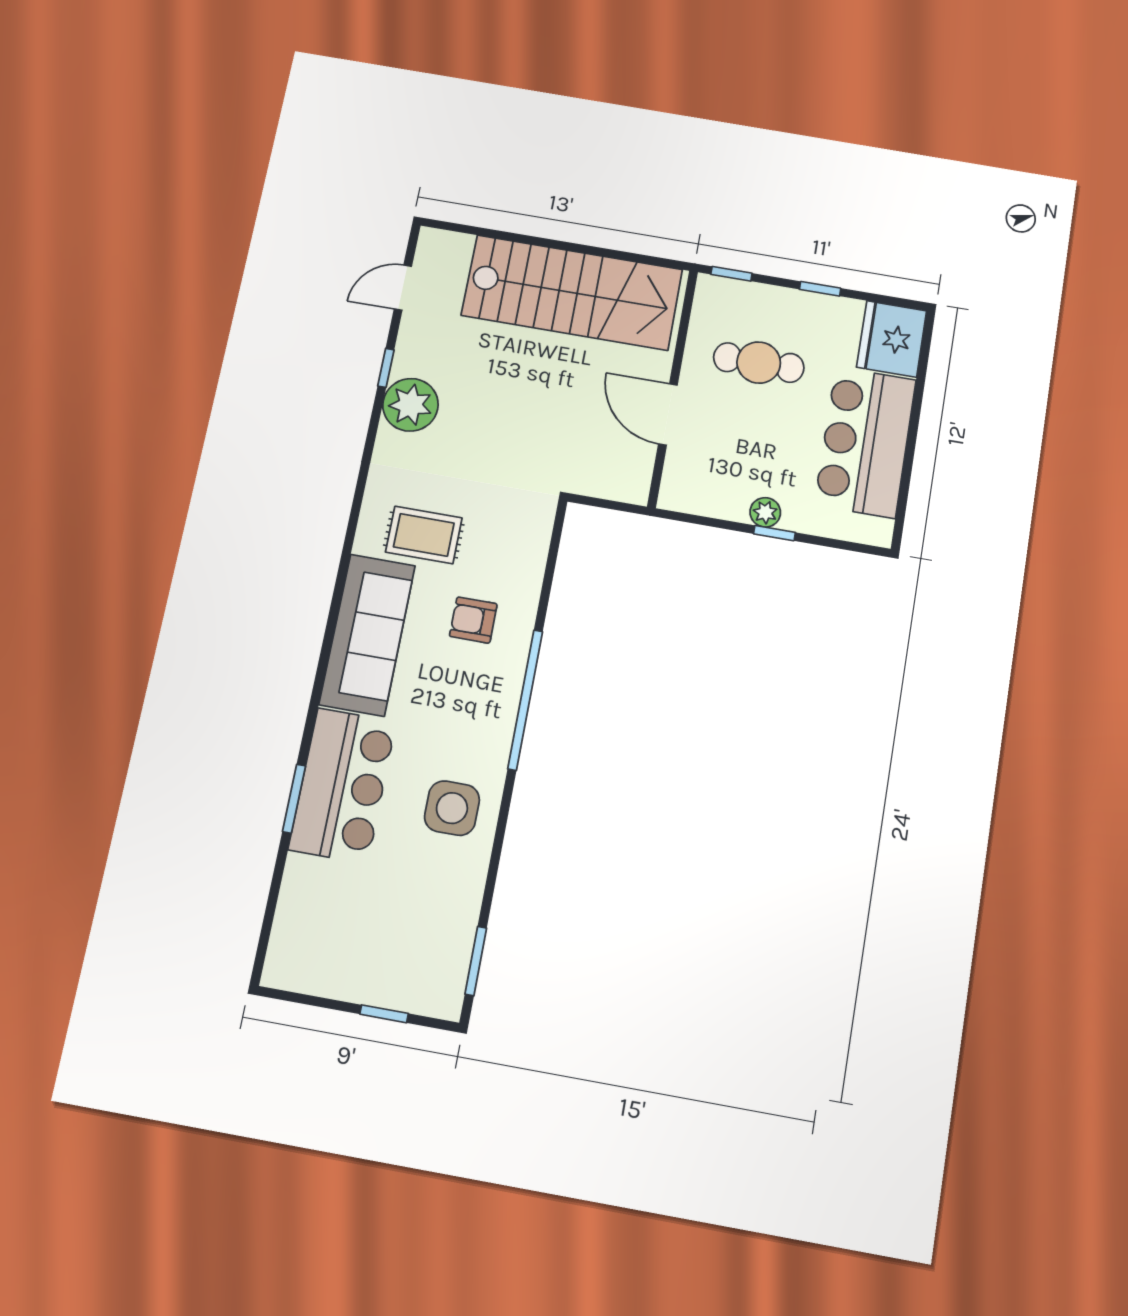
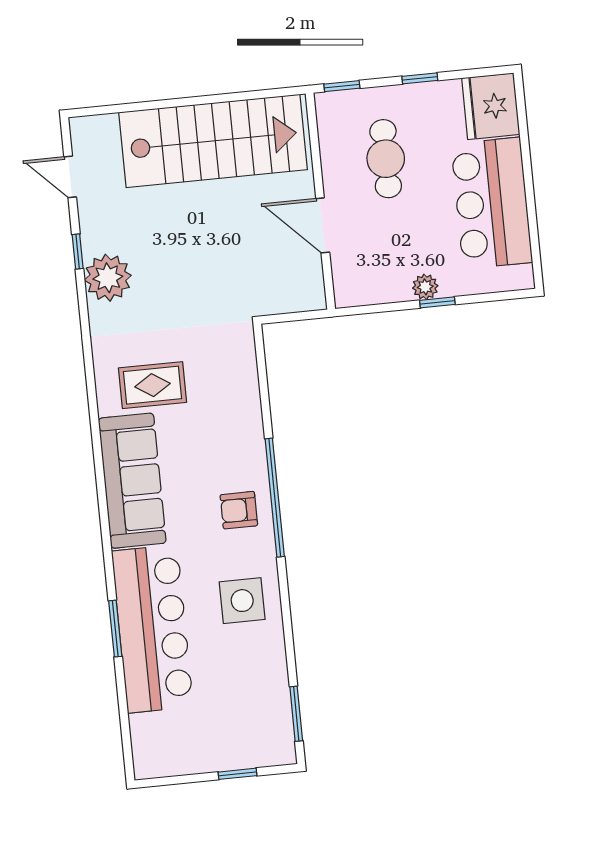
door: (403, 288) -> (70, 177), hinge flipped
cafe table: (759, 363) -> (386, 159), turned 90
armchair: (473, 620) -> (239, 510), moved
bar counter: (343, 785) -> (152, 629), width x1.36

